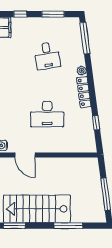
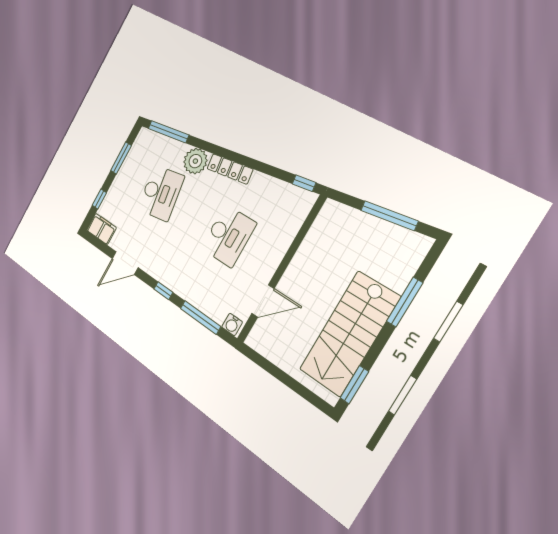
desk: (47, 56) -> (161, 193), width x1.37
plant: (82, 71) -> (195, 161), width x1.88, depth x1.88
window: (96, 123) -> (304, 183), moved

